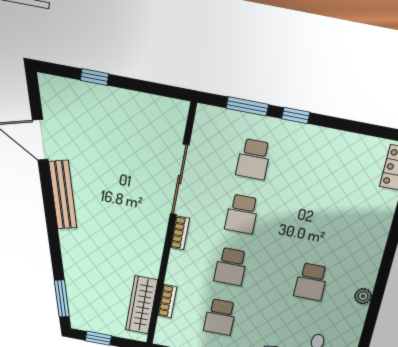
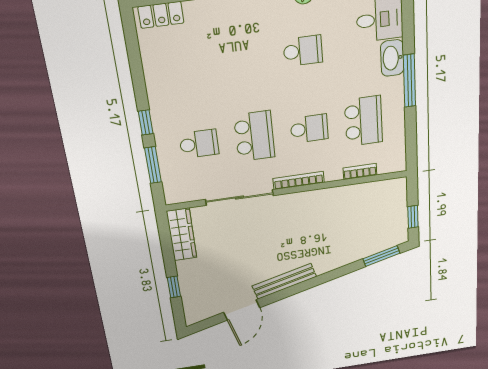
school desk: (242, 214) -> (254, 136), width x1.85
bookcase: (180, 233) -> (299, 181), width x1.56
wardrobe: (142, 305) -> (182, 234), moved, turned -90
school desk: (220, 317) -> (364, 121), width x1.85

